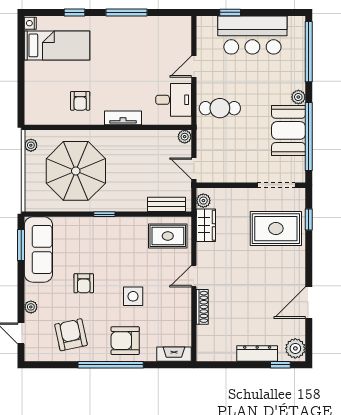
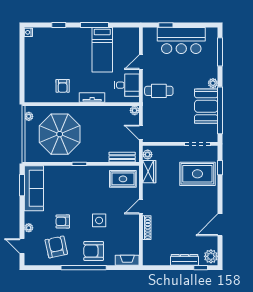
bed: (57, 45) -> (102, 50), moved, turned 90
window: (309, 52) -> (220, 52), width x0.68
armchair: (84, 283) -> (63, 221), moved, turned 90

